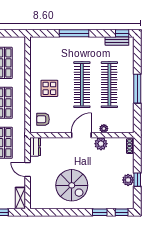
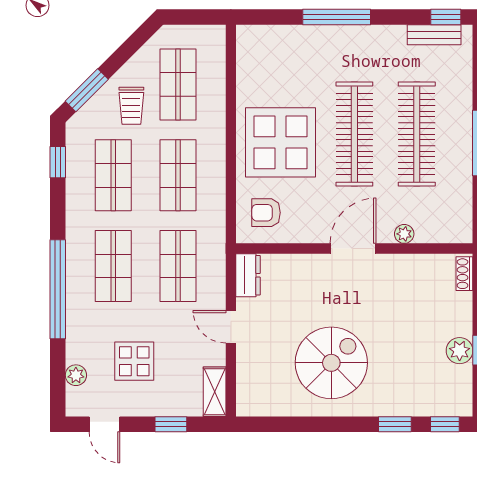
display table: (49, 88) -> (280, 142), width x1.86, depth x1.86
plant: (101, 144) -> (398, 268), removed
spiral stairs: (72, 185) -> (331, 363), turned -90

